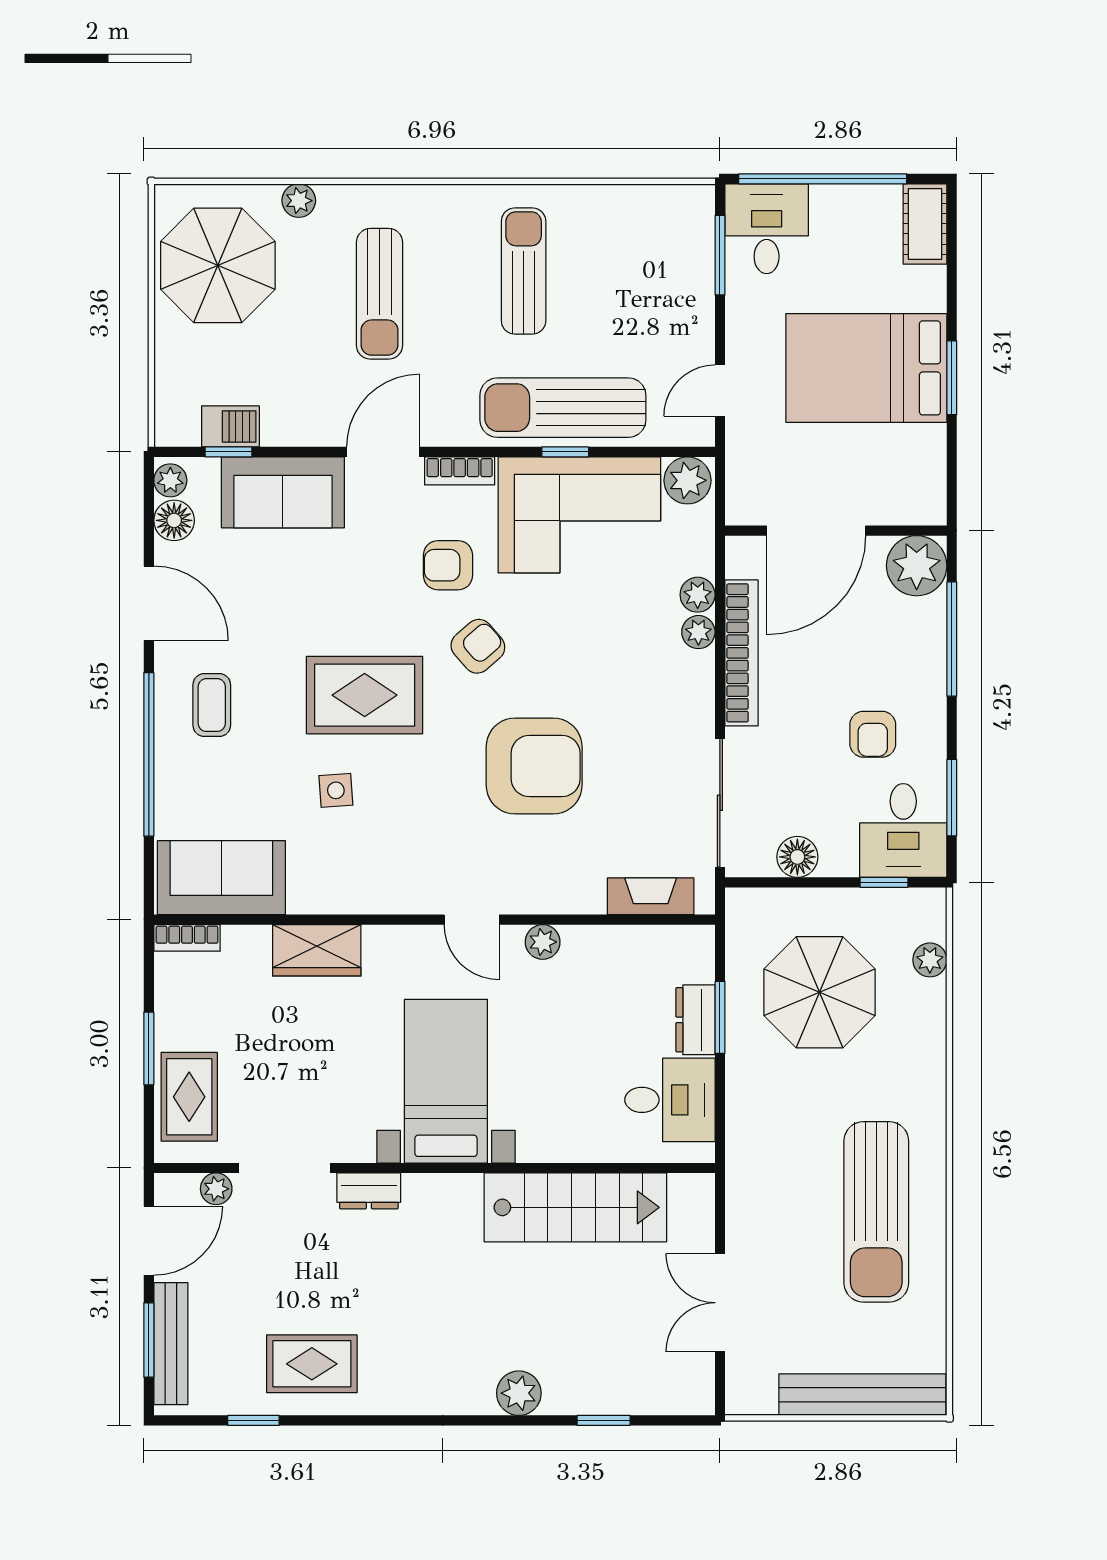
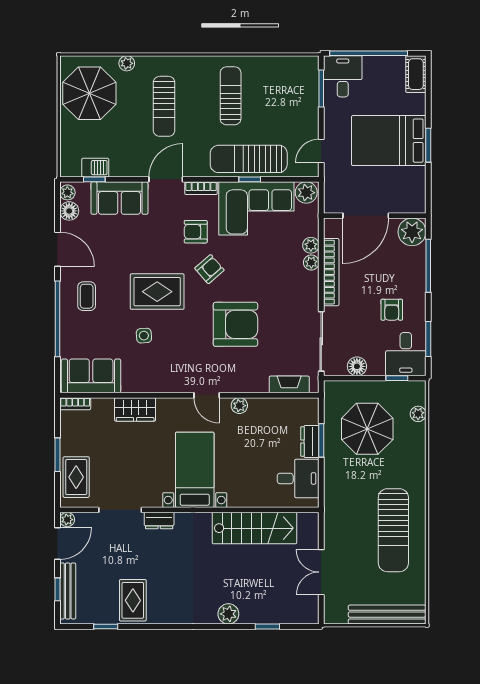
plant: (216, 1189) -> (67, 520), moved
window: (149, 1340) -> (58, 589), width x0.67
rug: (312, 1364) -> (133, 600), turned 90

